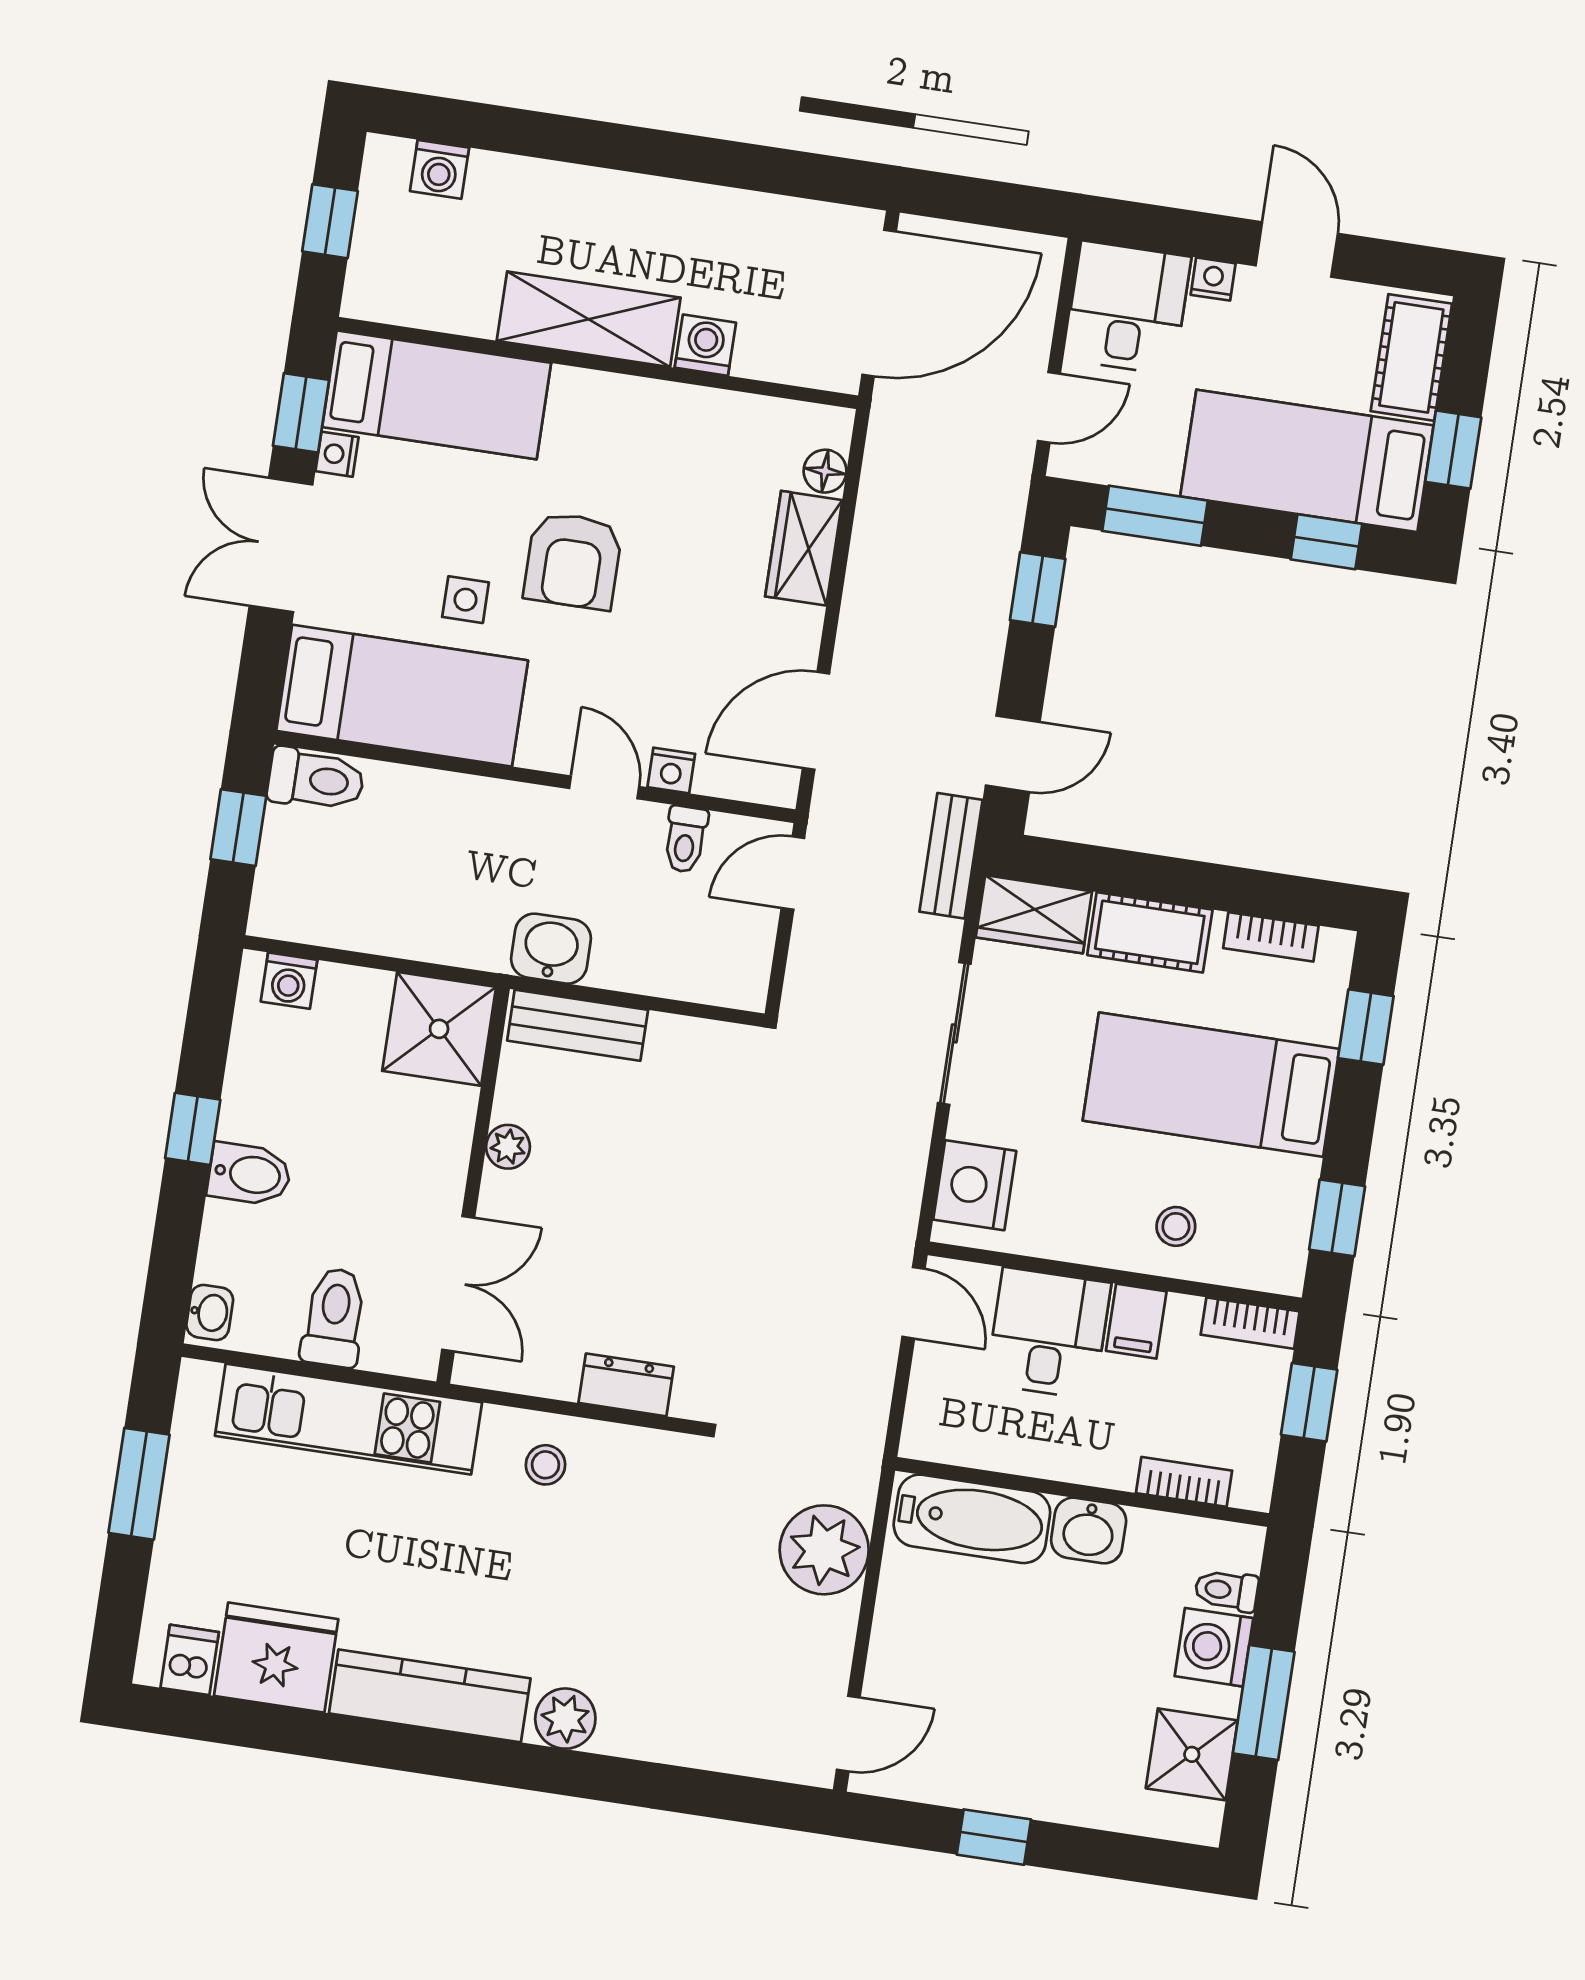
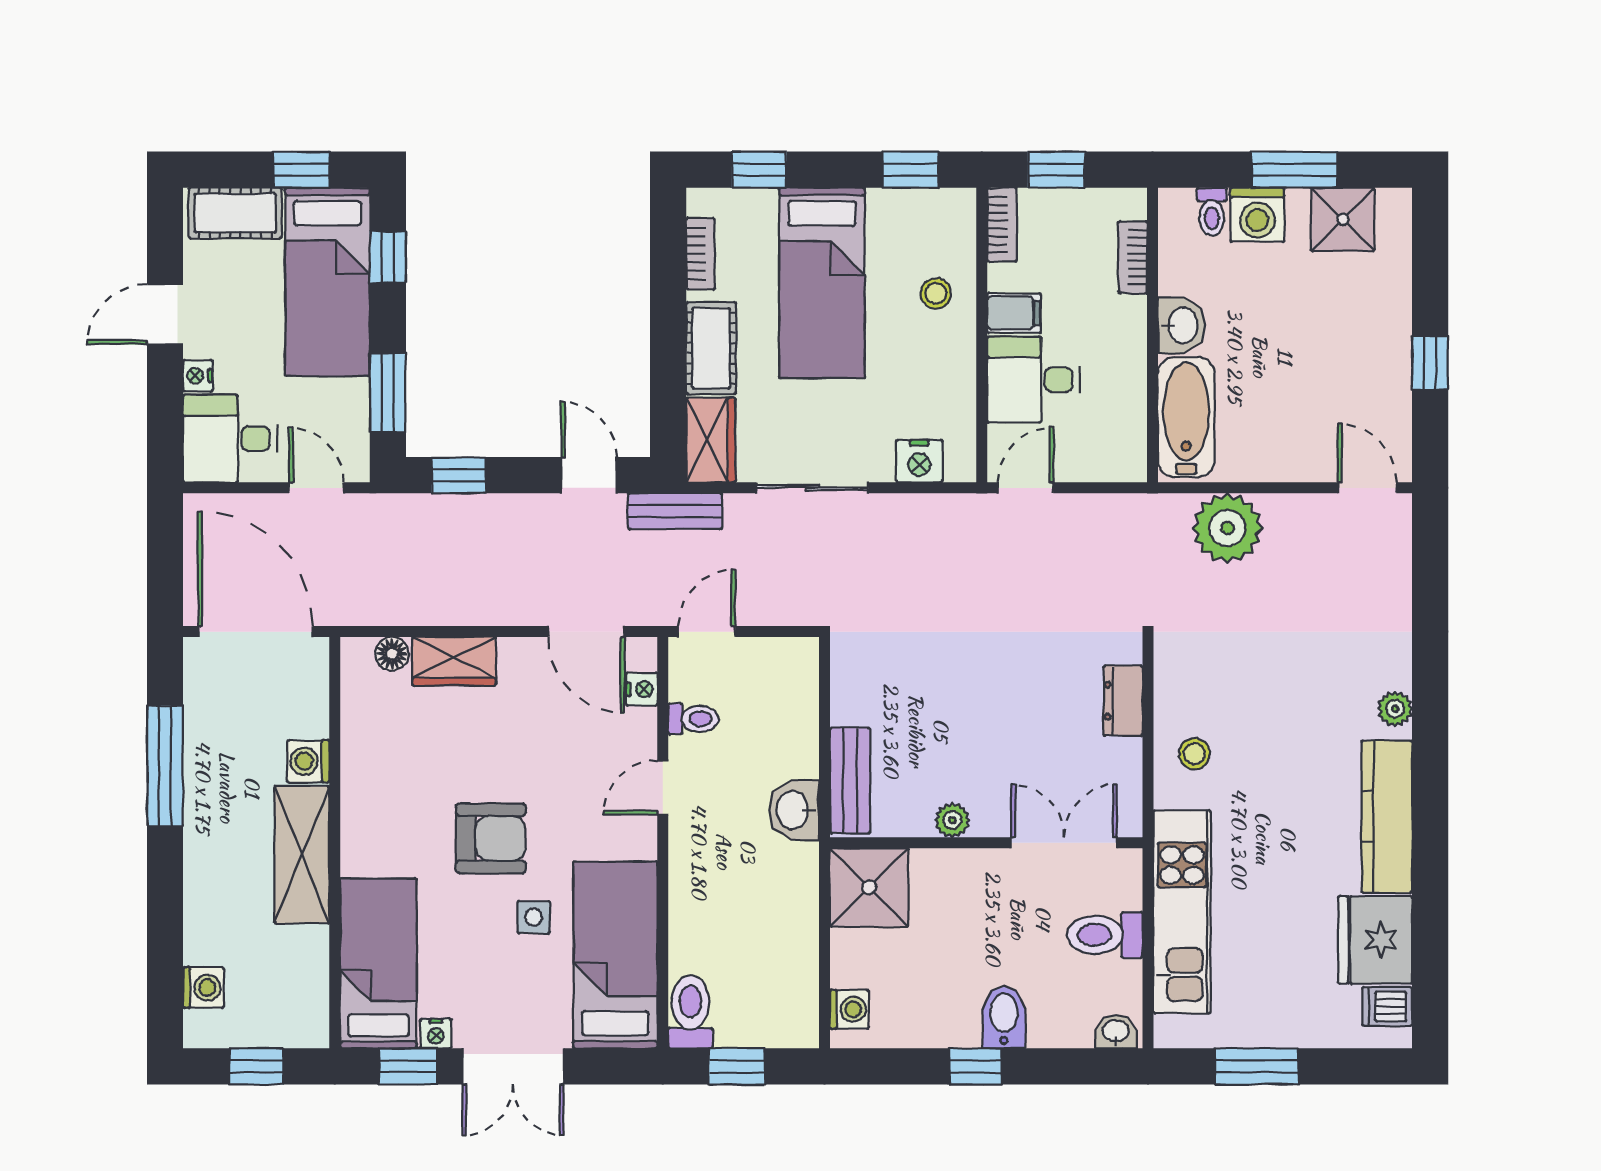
window: (727, 163) -> (165, 766), added
nightstand: (671, 770) -> (642, 689), moved
door: (793, 873) -> (707, 632), swing flipped
nightstand: (975, 1185) -> (919, 461), width x0.74, depth x0.75
plant: (565, 1719) -> (1395, 709), width x0.73, depth x0.73

